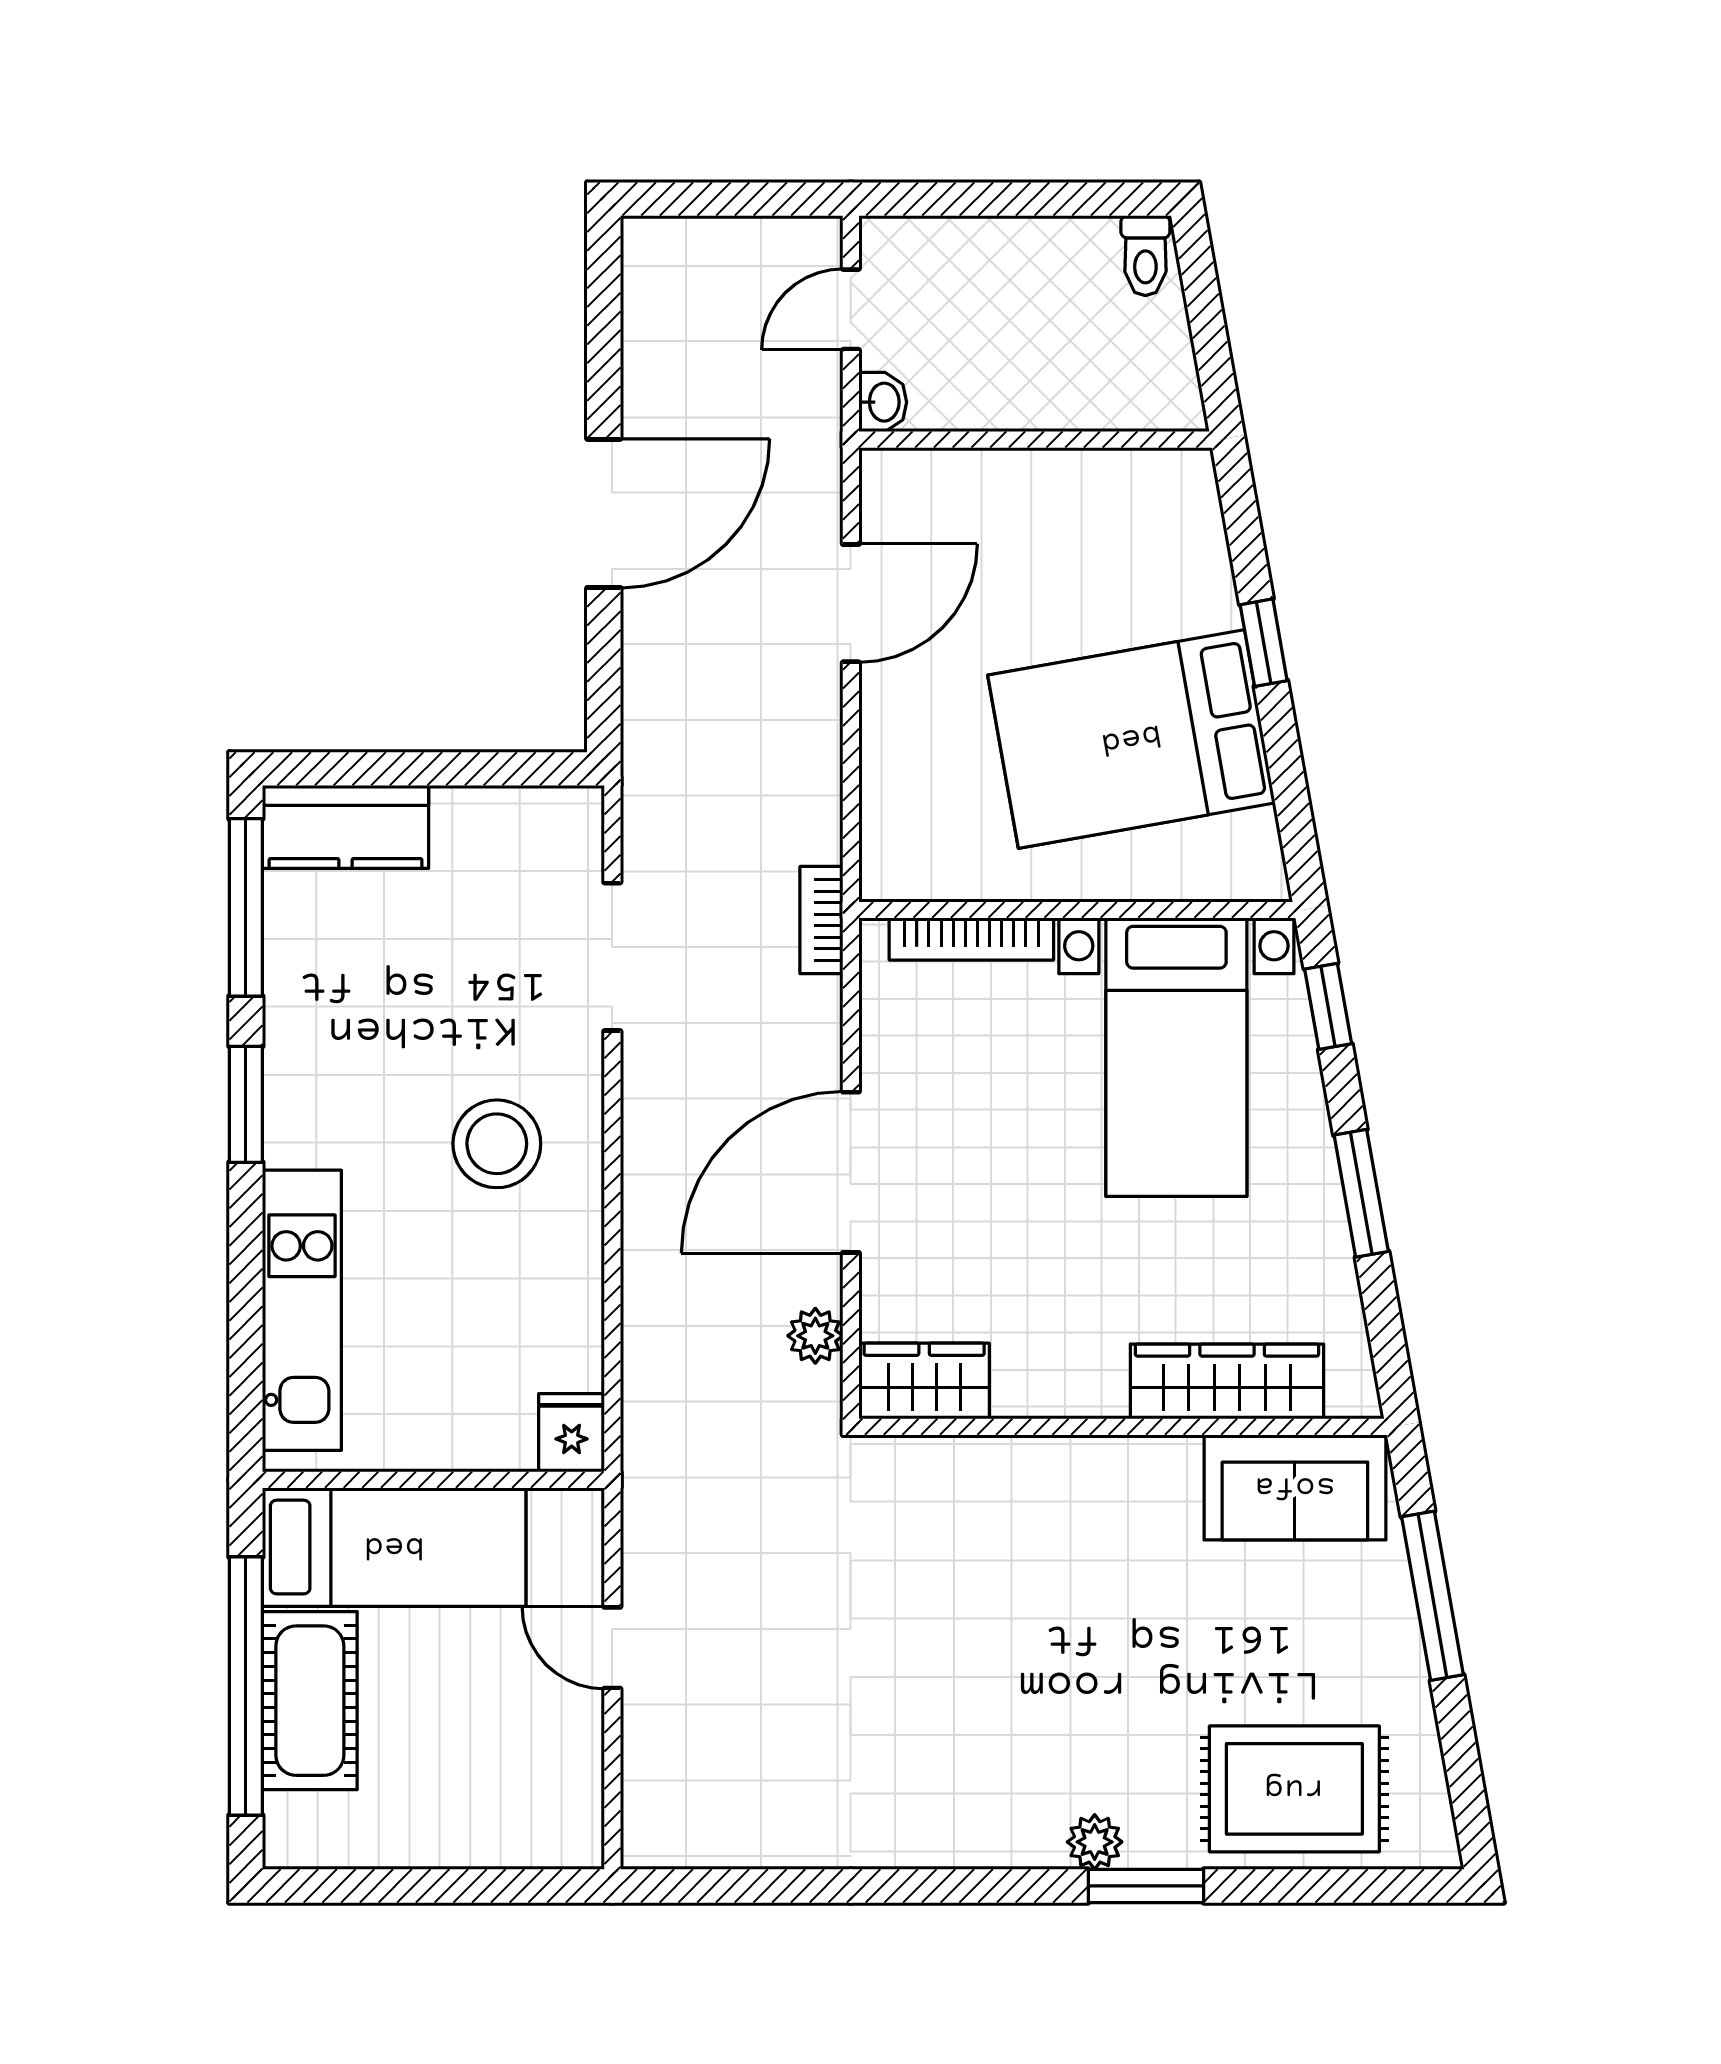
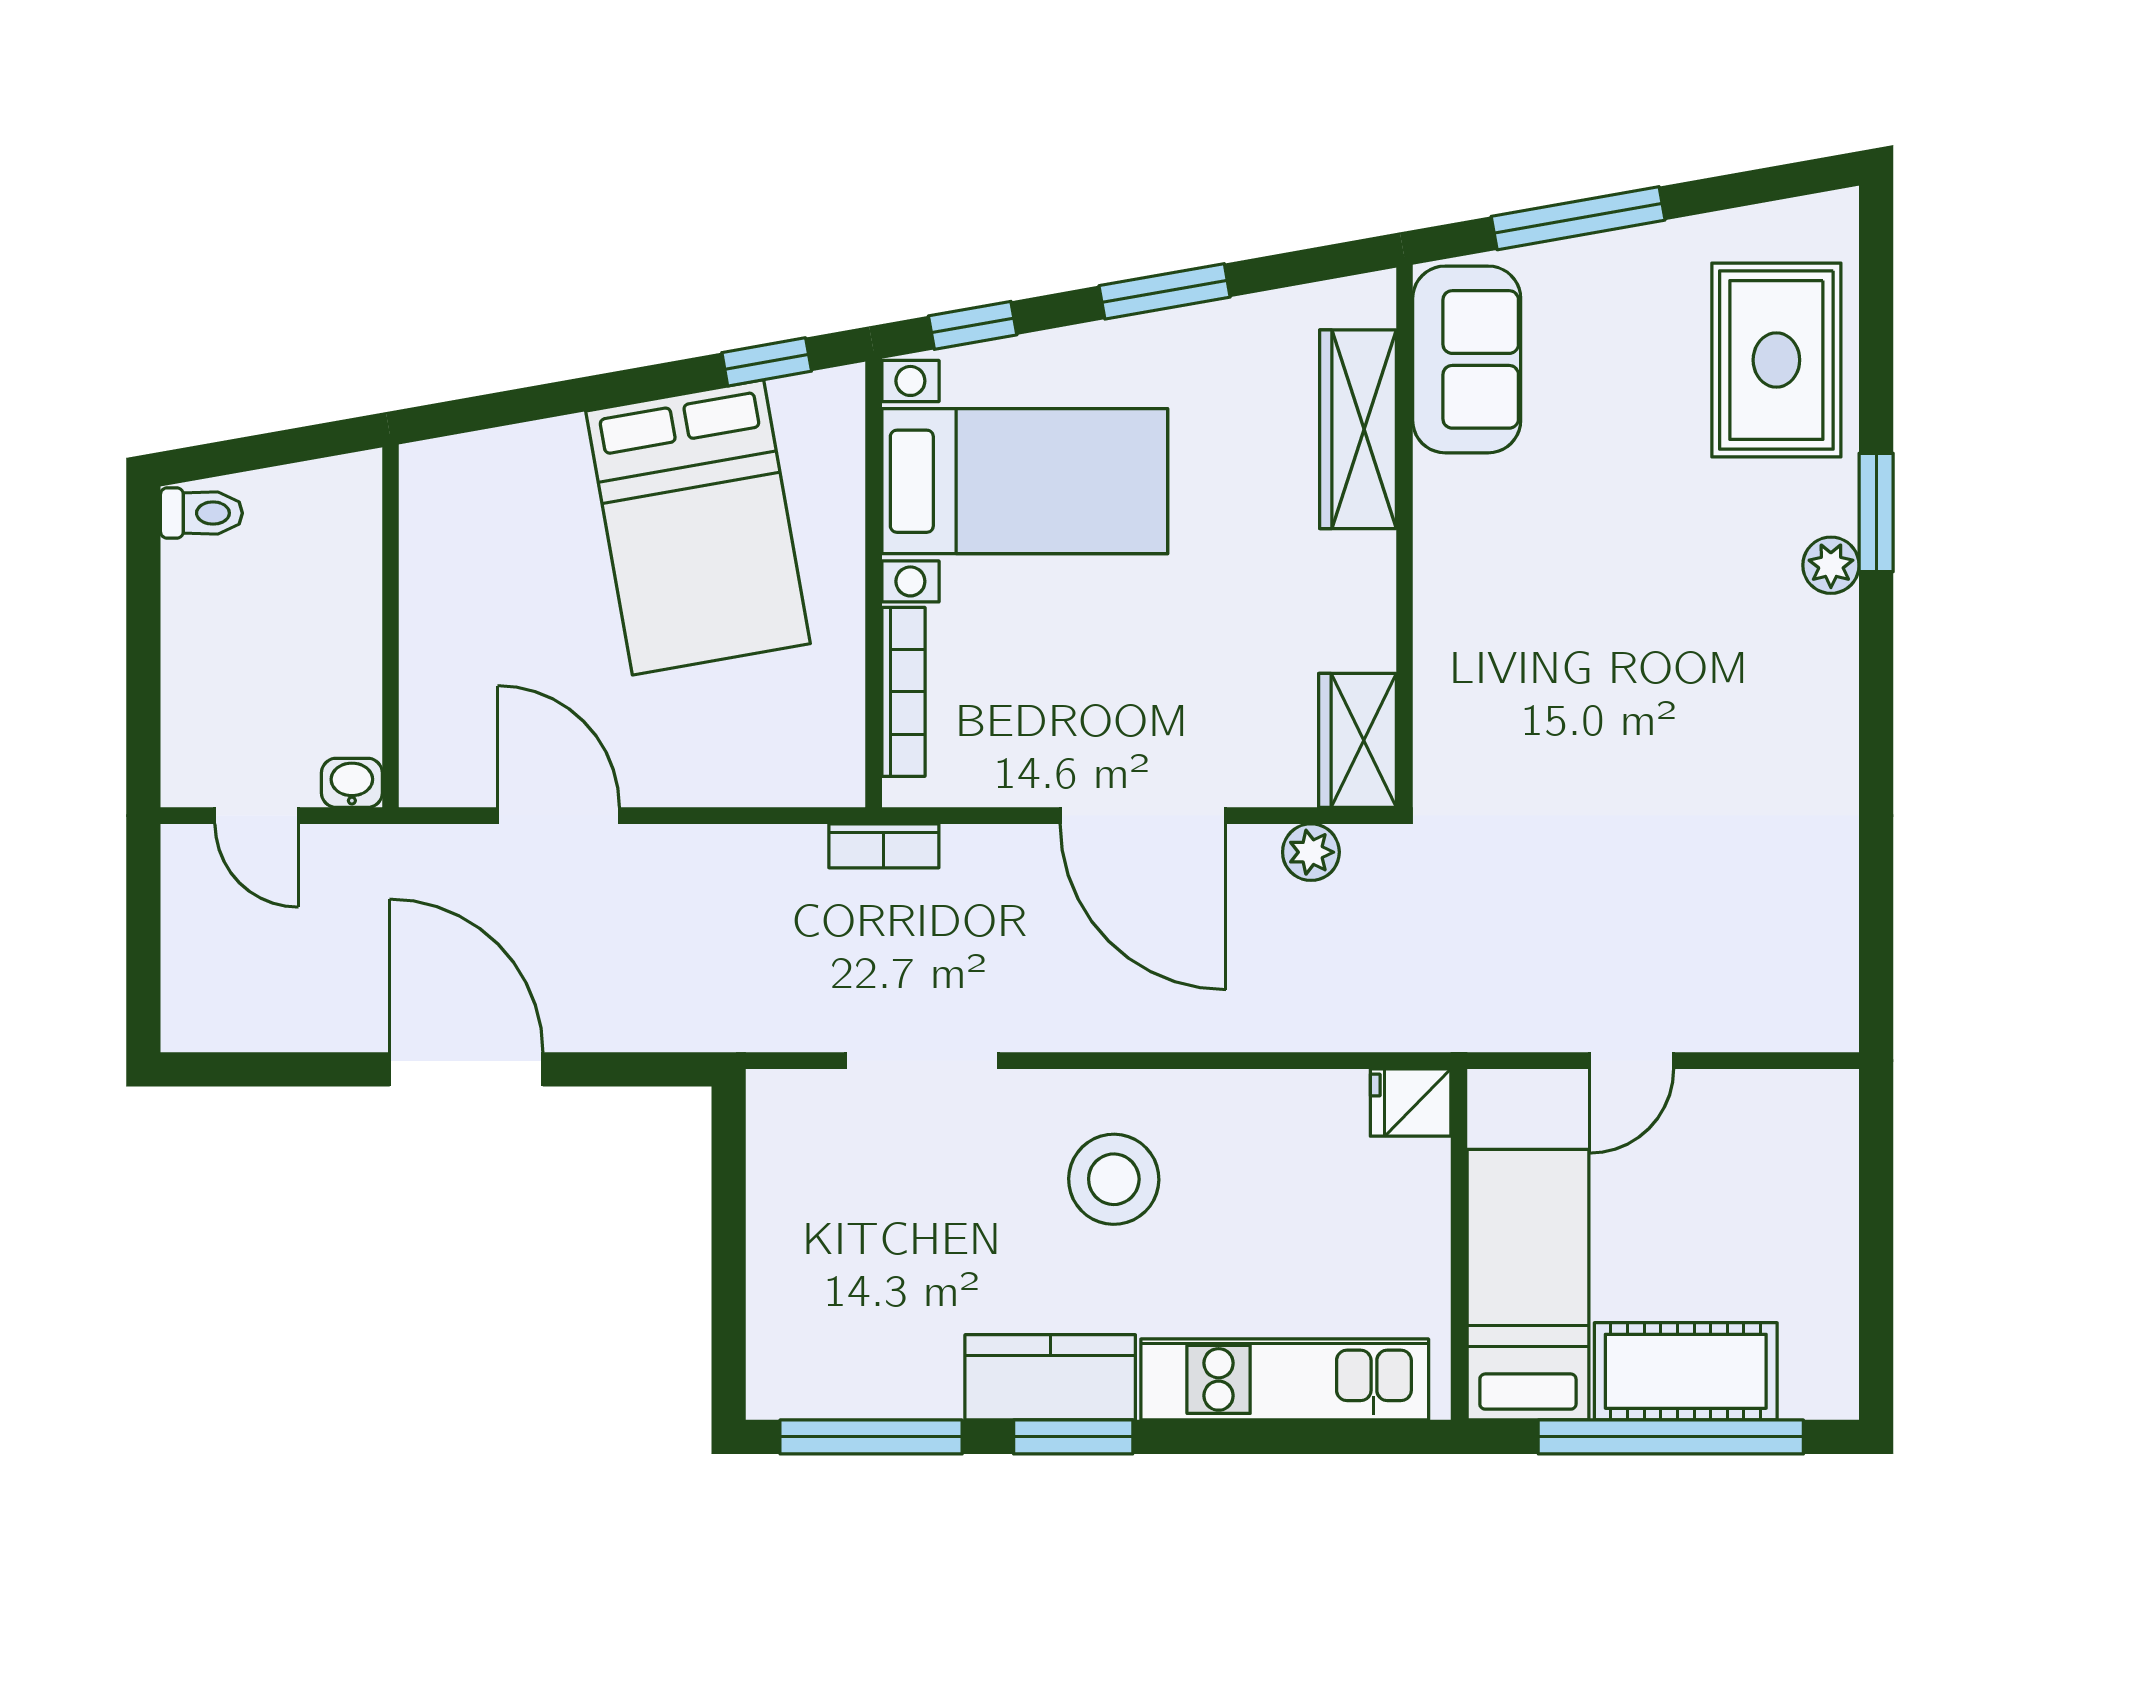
window: (1264, 643) -> (767, 362), moved
kitchen counter: (346, 827) -> (1050, 1377), moved, turned -90

